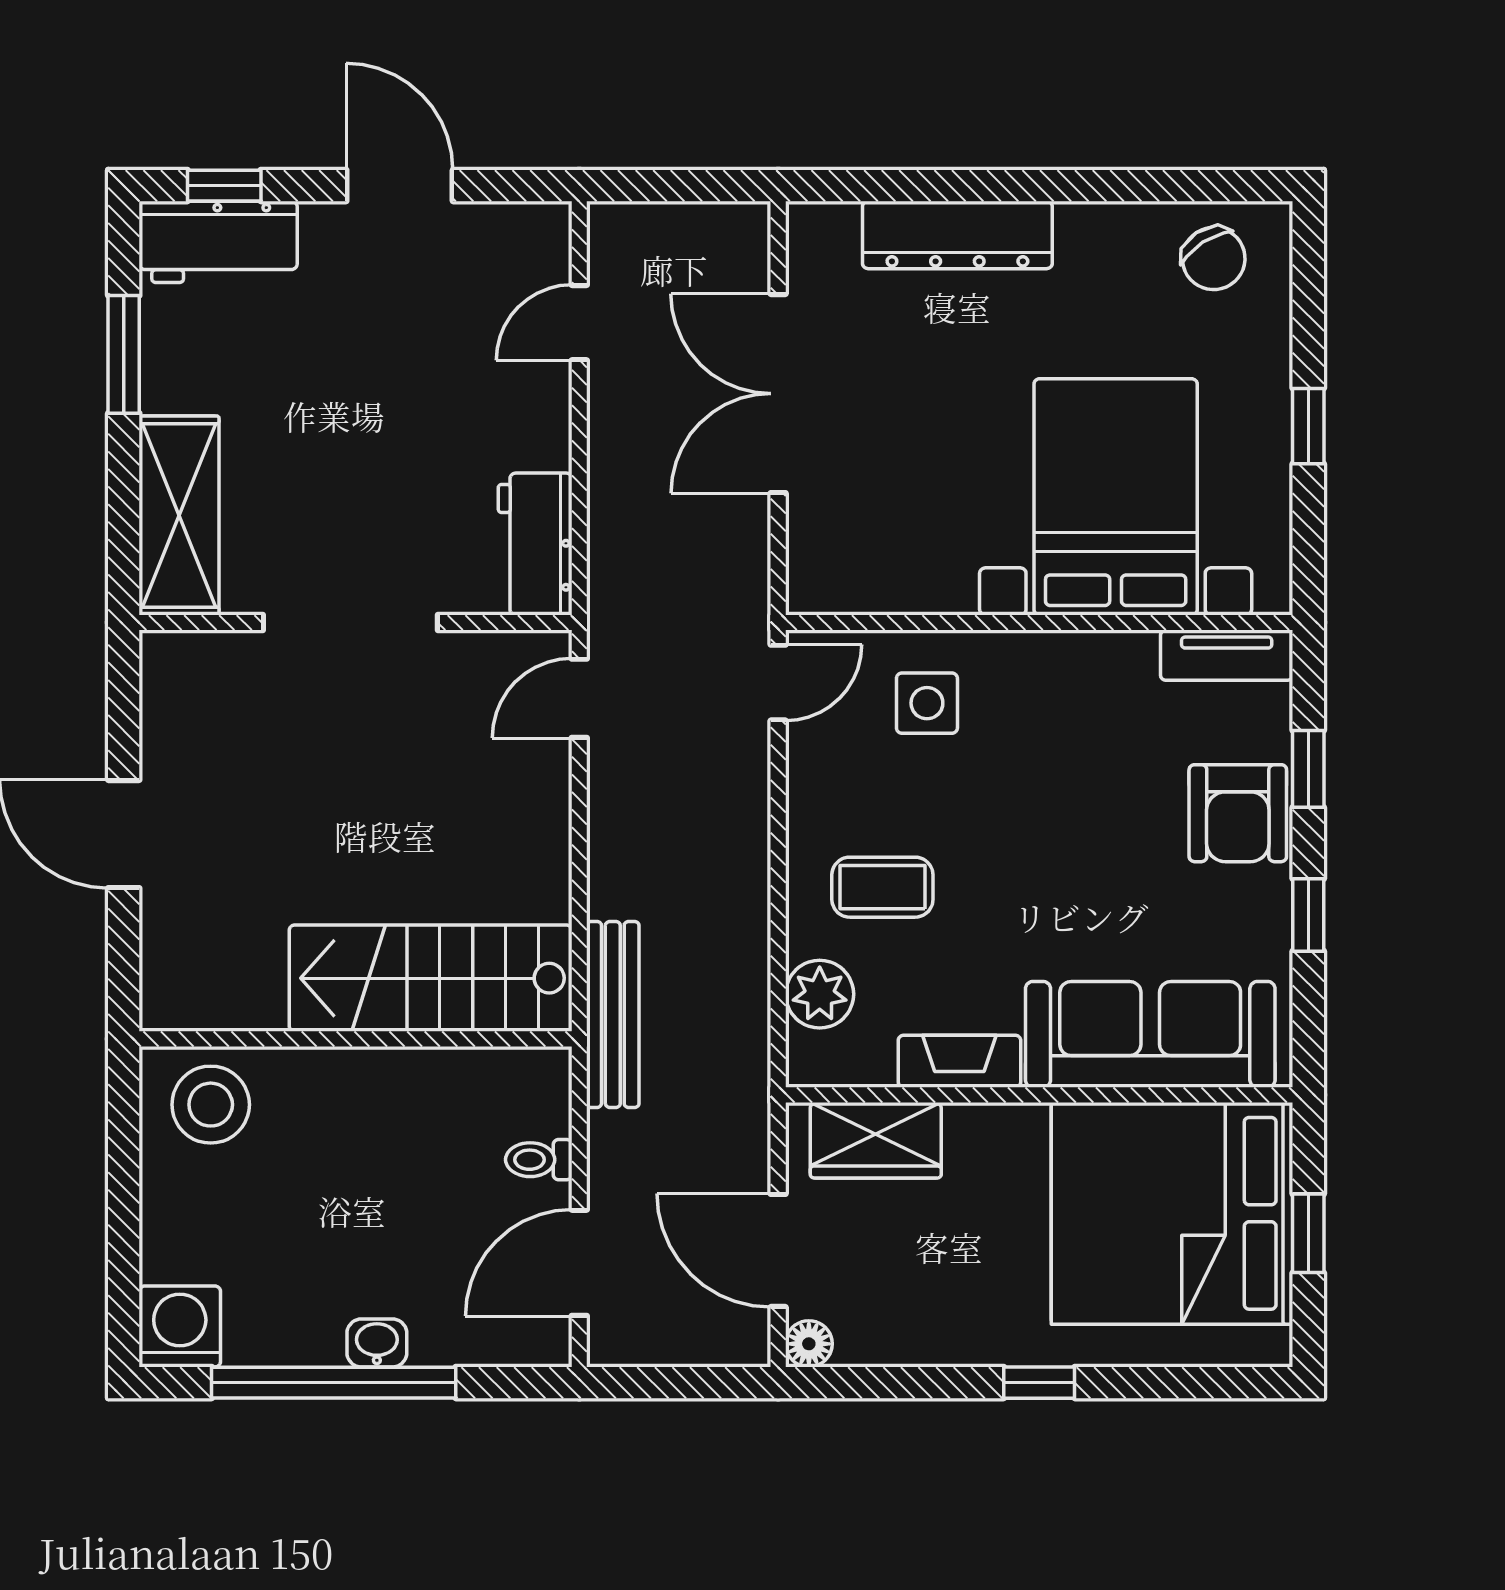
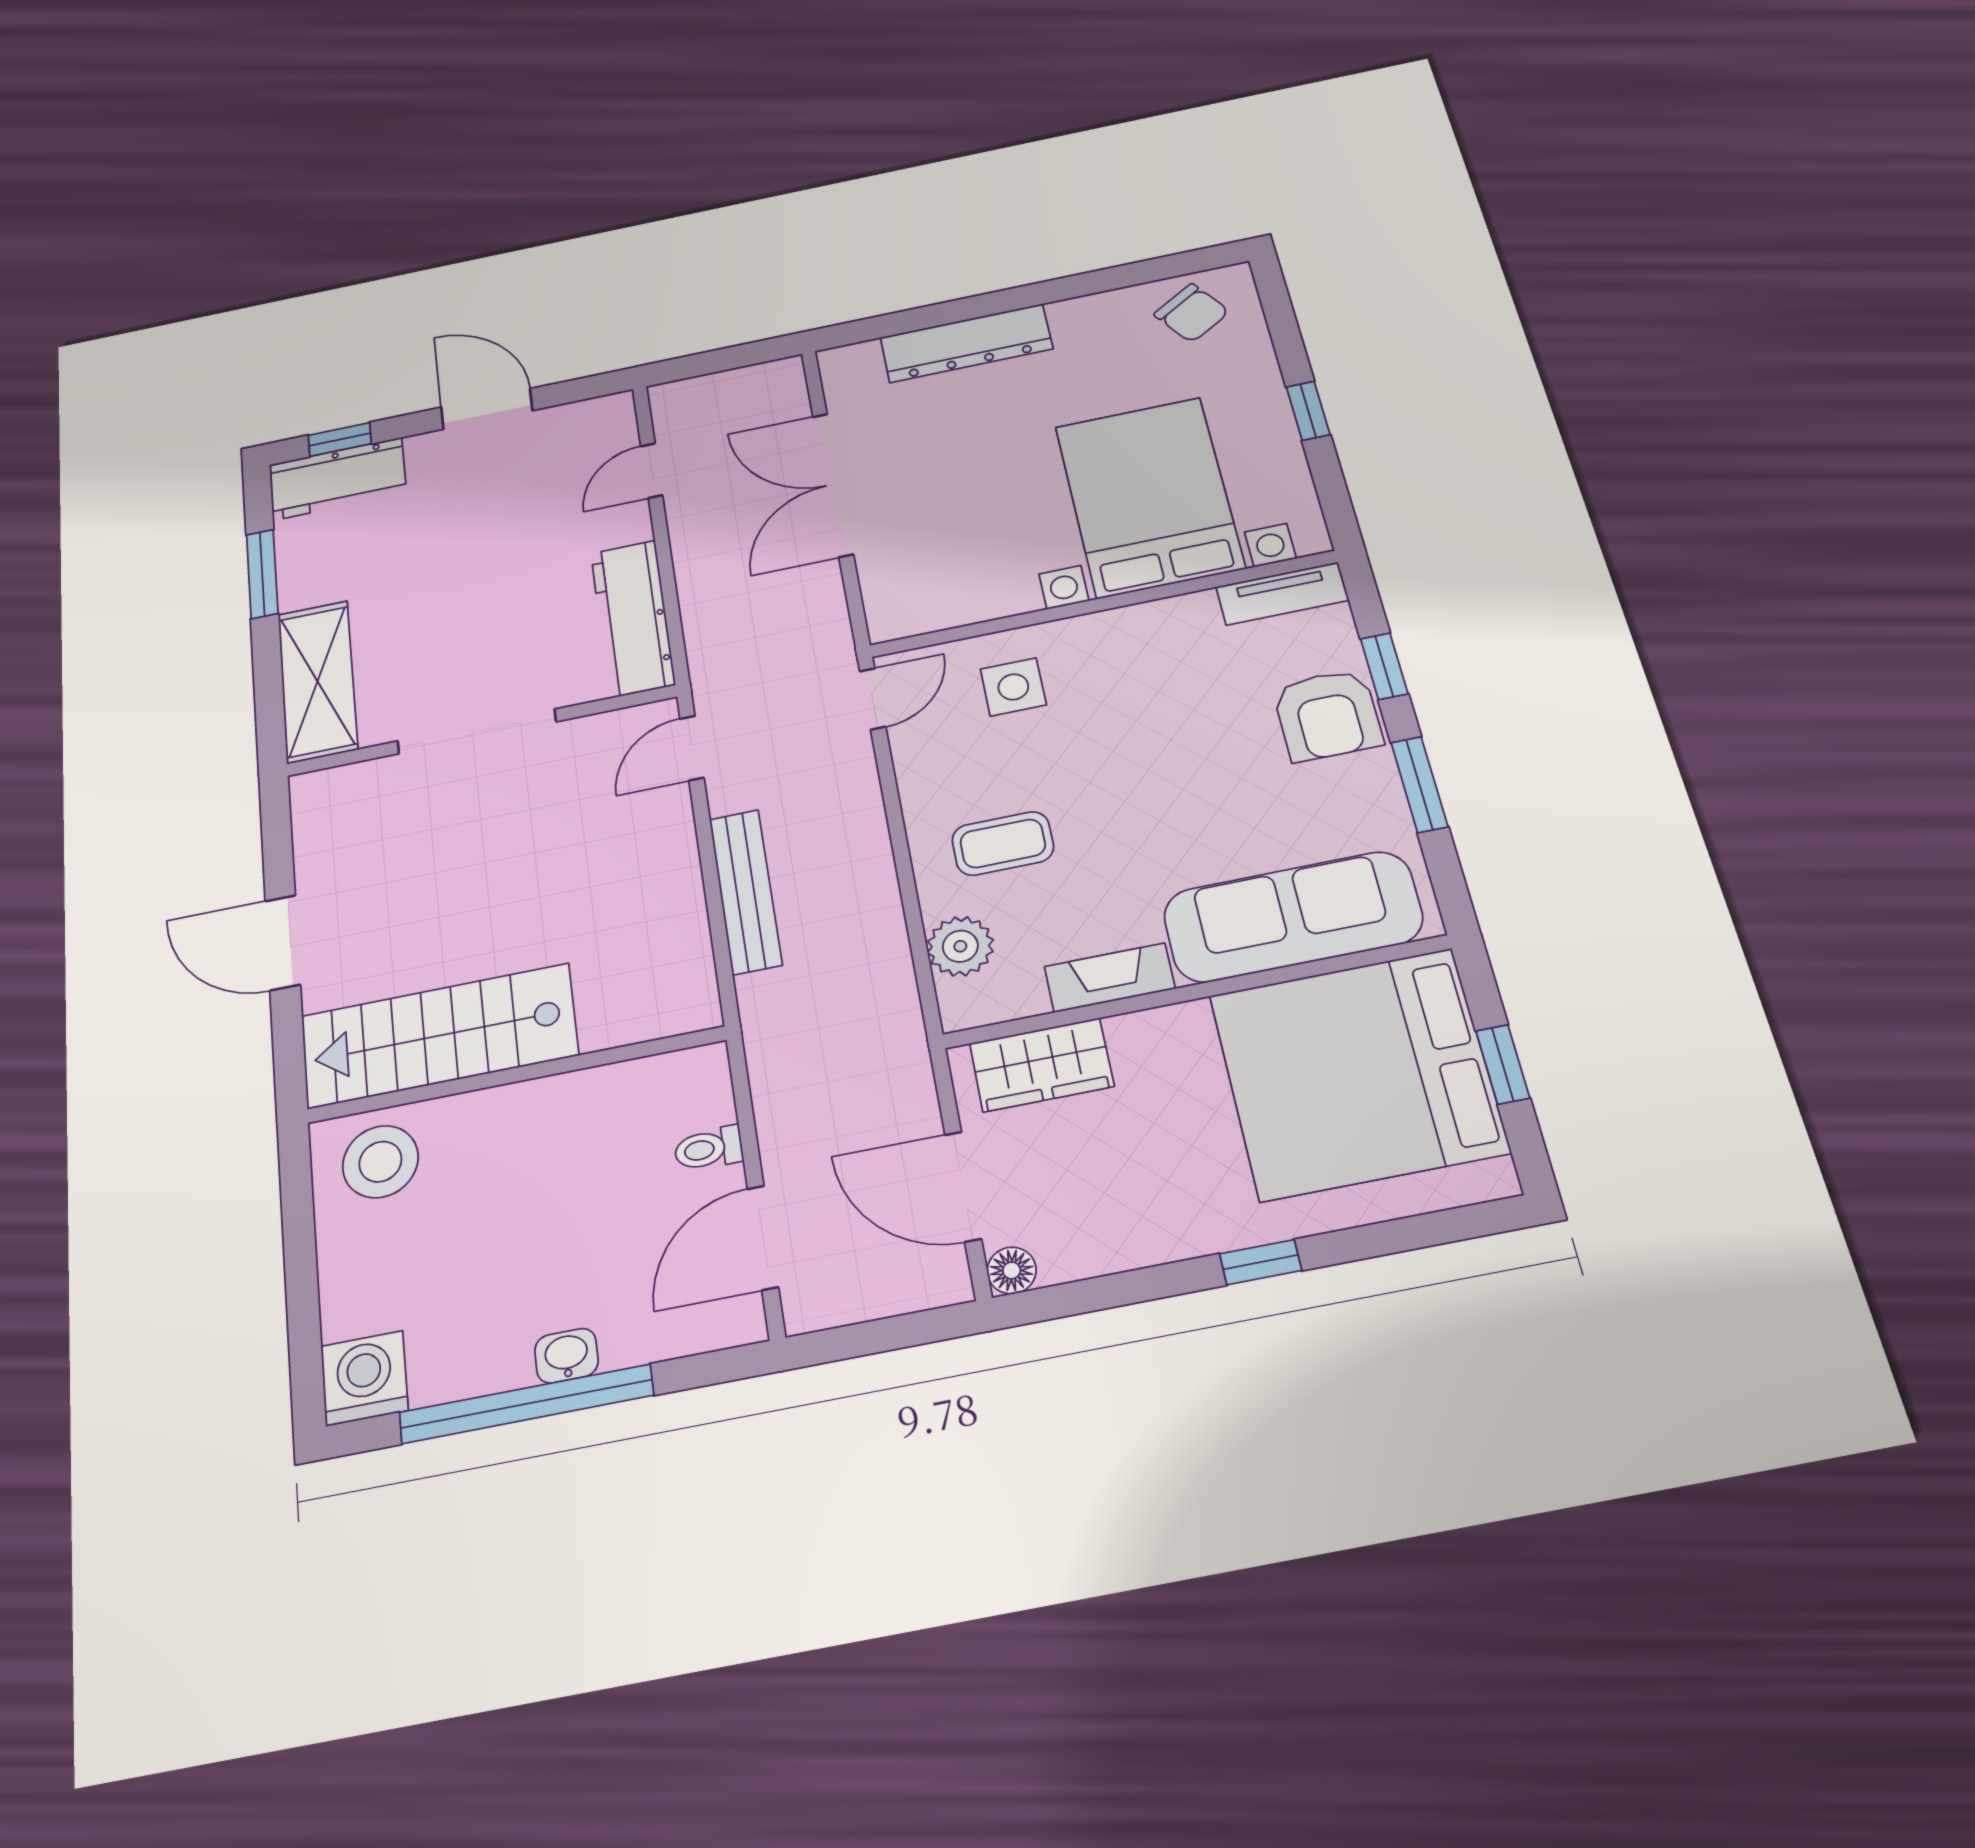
workbench: (535, 544) -> (633, 618), width x1.38
window: (1308, 915) -> (1419, 784), width x1.50
stairs: (431, 978) -> (439, 1036), moved
bench: (613, 1014) -> (745, 891), moved

